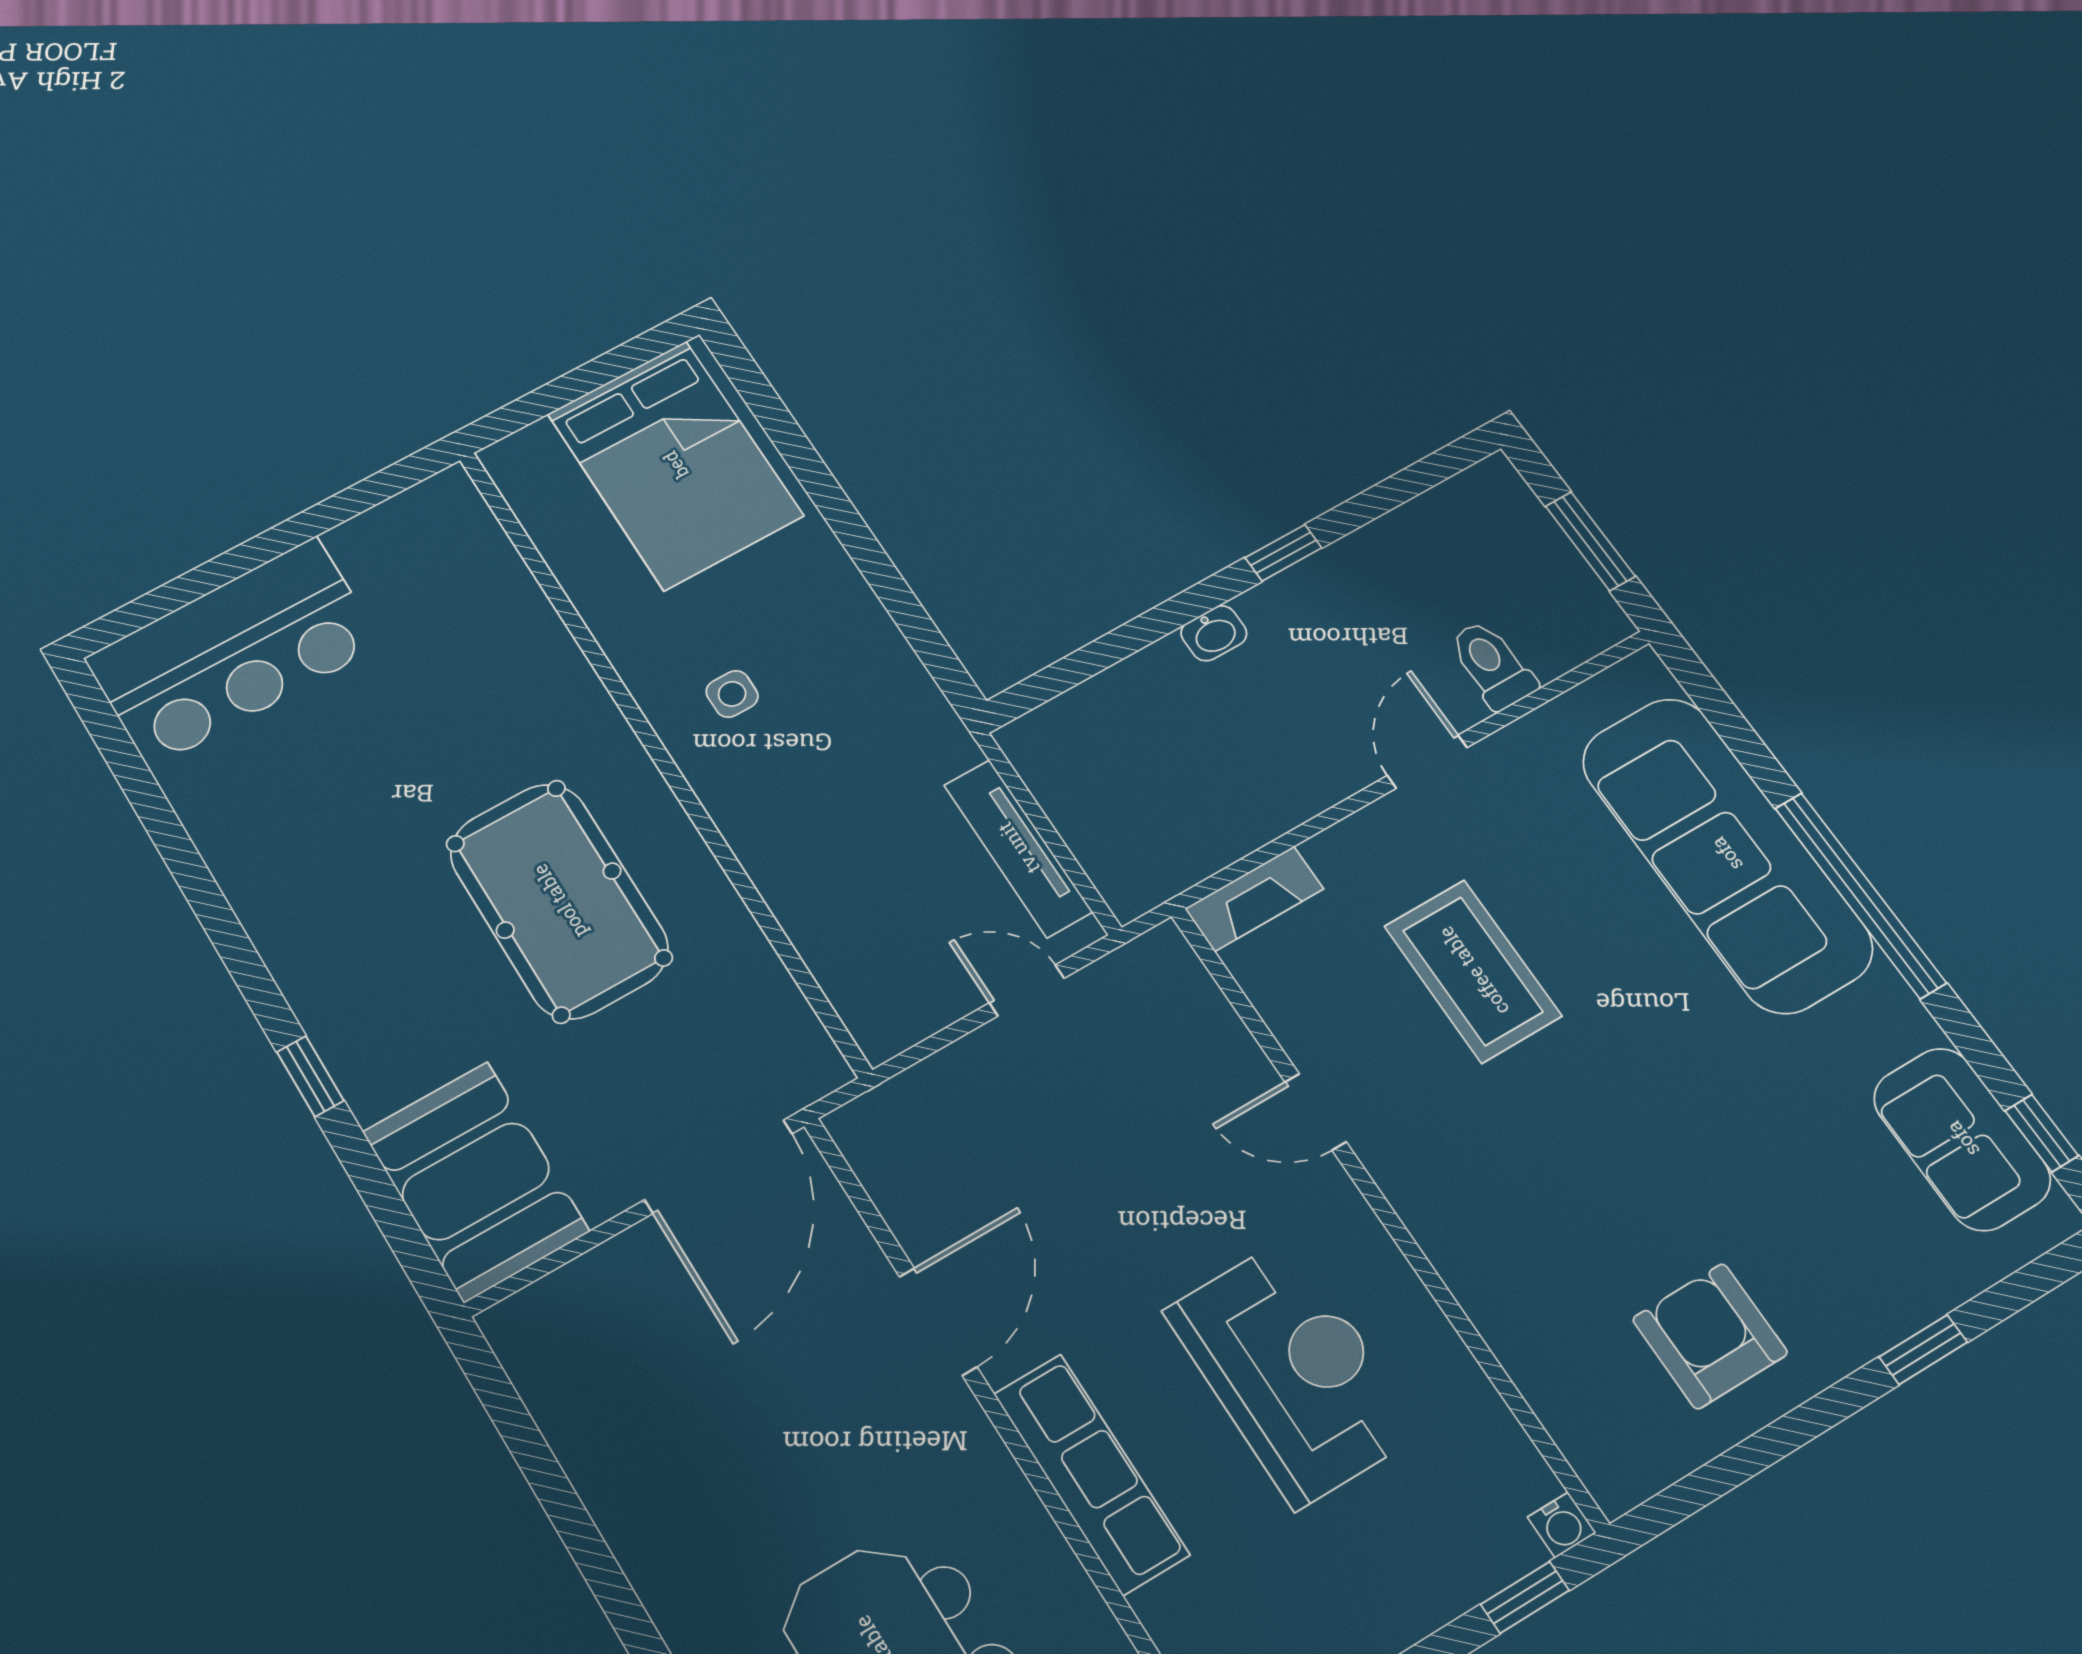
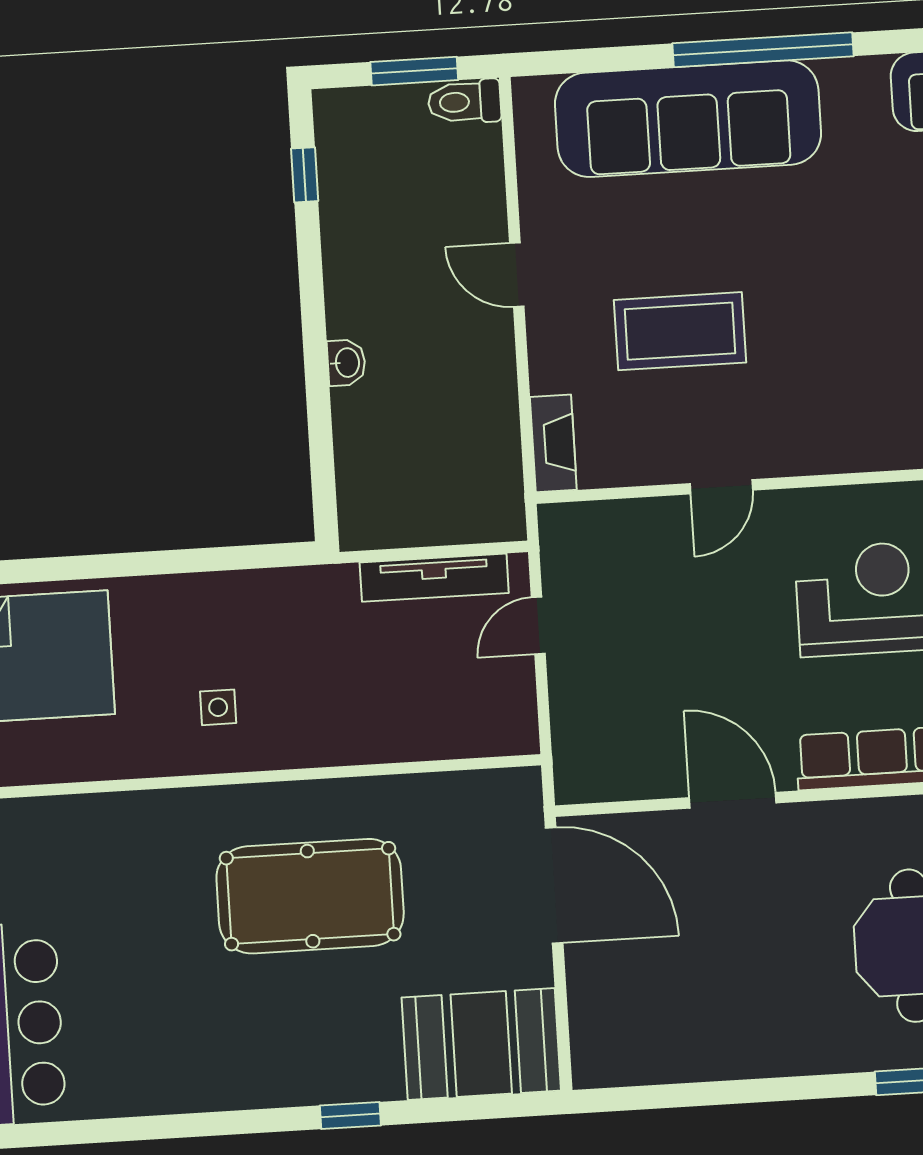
window: (1283, 553) -> (305, 175), moved
toilet: (1492, 665) -> (464, 102), moved

